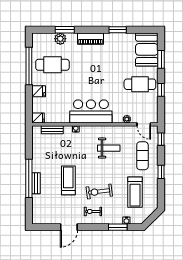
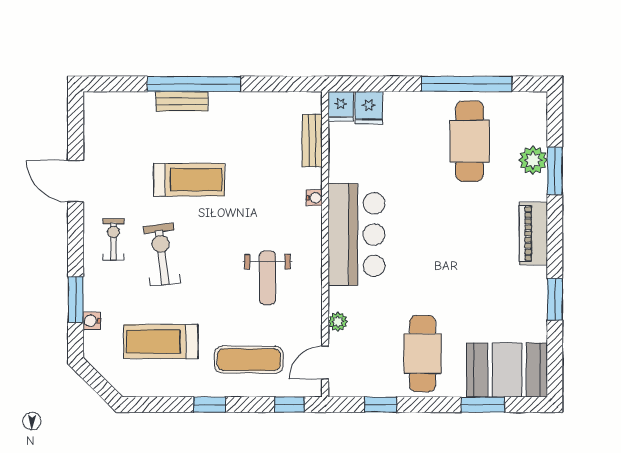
window: (161, 90) -> (381, 405), moved
fridge: (39, 91) -> (369, 108), moved

